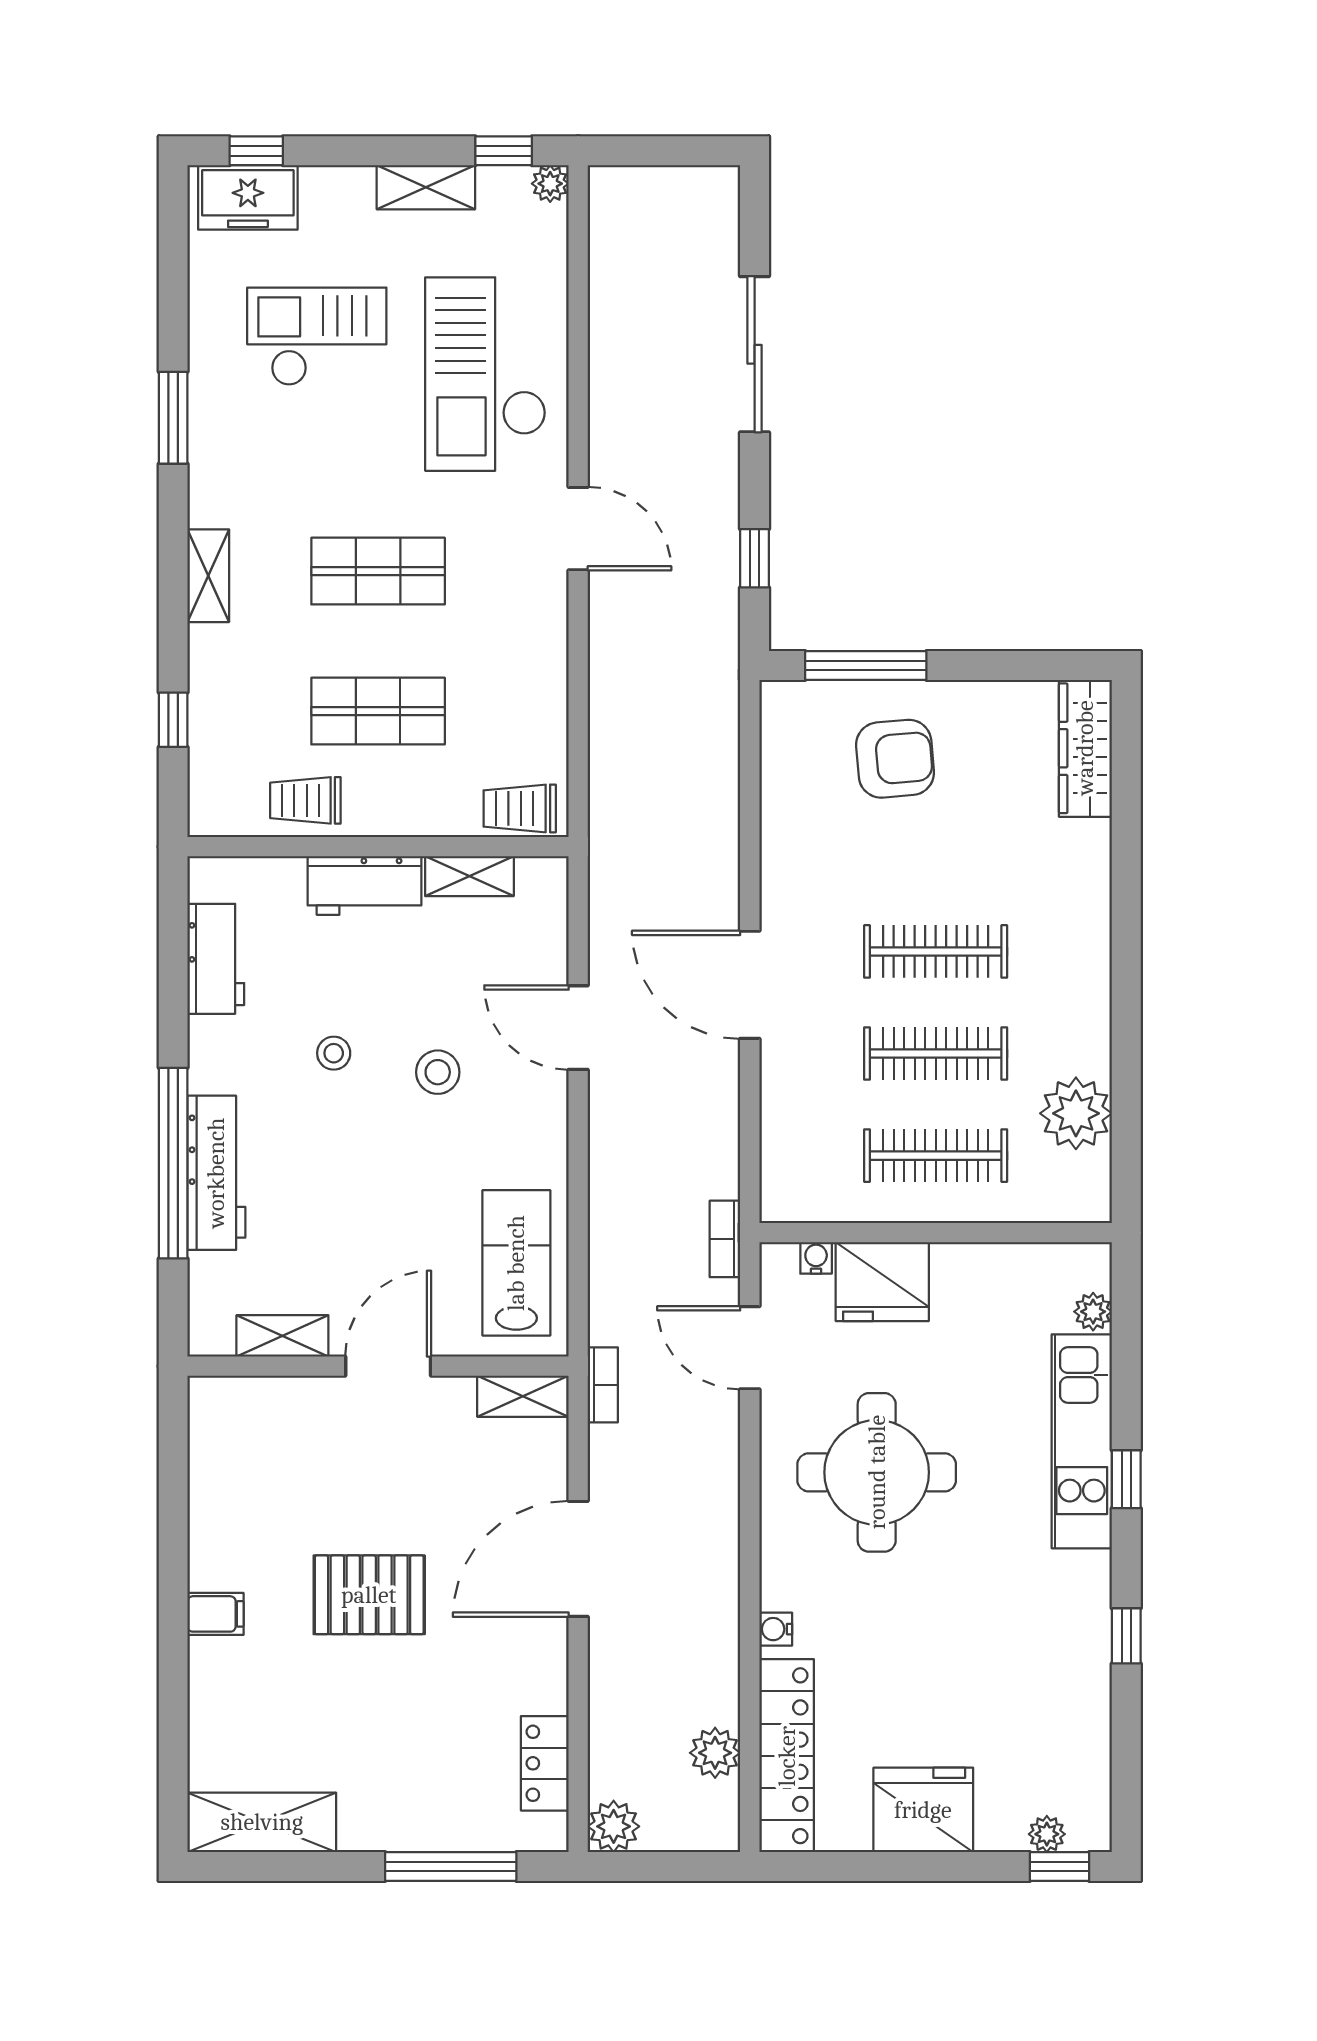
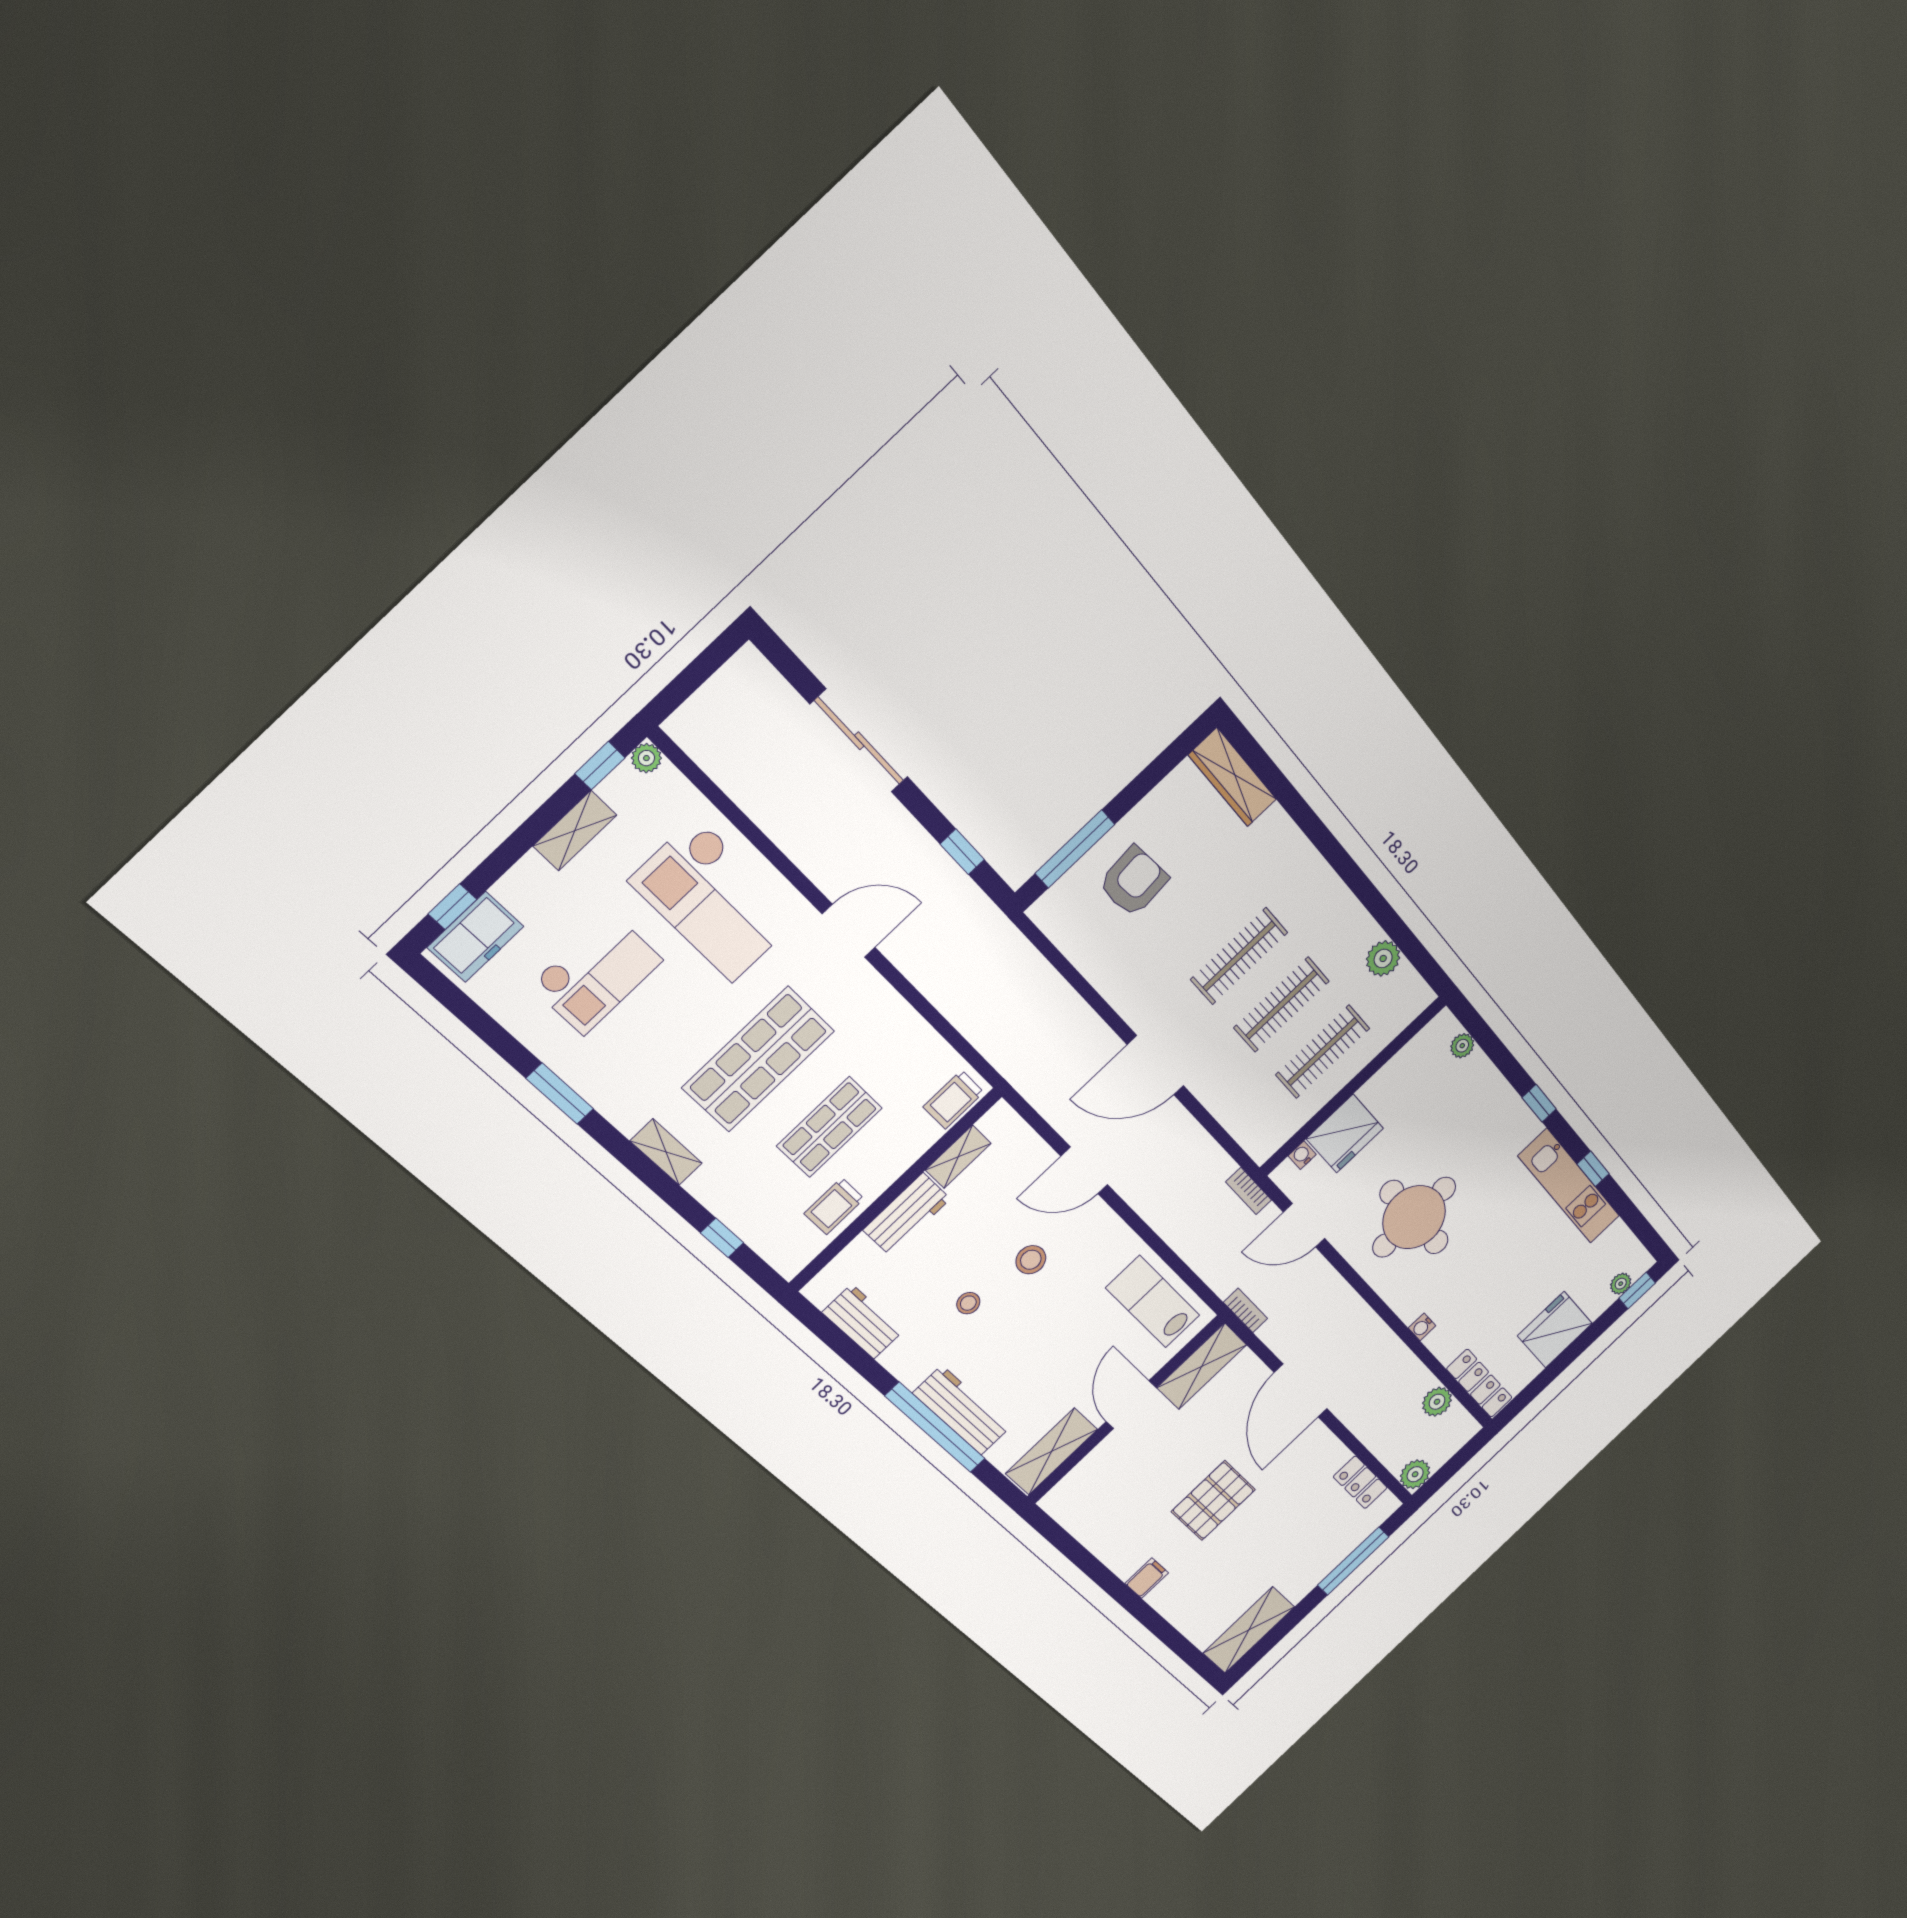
checkout: (317, 336) -> (597, 973), turned 180
shop shelf: (378, 571) -> (758, 1059), width x1.43, depth x1.36
plant: (1076, 1113) -> (1383, 958), width x0.73, depth x0.73
shelving: (282, 1336) -> (1051, 1451), width x1.50, depth x1.33
shelving: (523, 1396) -> (1202, 1366), width x1.50, depth x1.33
kitchen unit: (1082, 1441) -> (1569, 1186), moved
locker: (787, 1756) -> (1479, 1383), width x0.71, depth x0.83

